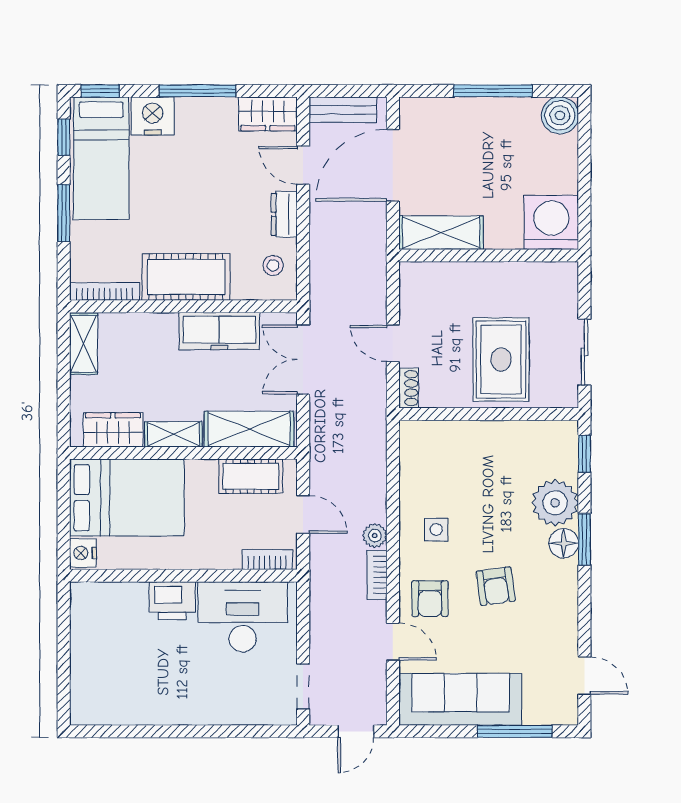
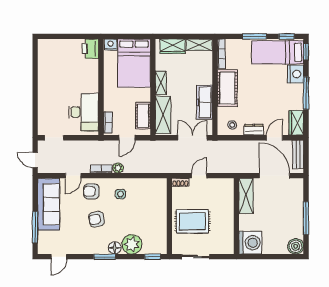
wardrobe: (113, 430) -> (172, 46), moved, turned 90
window: (584, 539) -> (105, 257), moved
printer: (172, 601) -> (90, 49), moved

